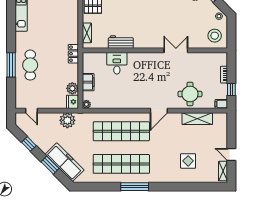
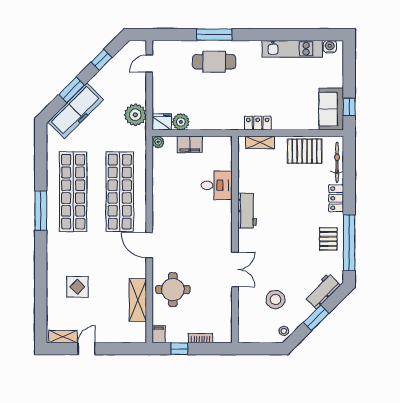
stool: (215, 36) -> (276, 299), moved
workbench: (121, 42) -> (247, 211), moved
locker: (73, 54) -> (258, 123), moved

